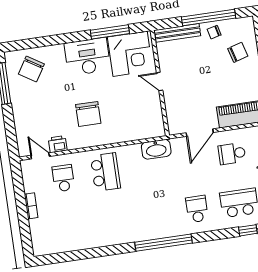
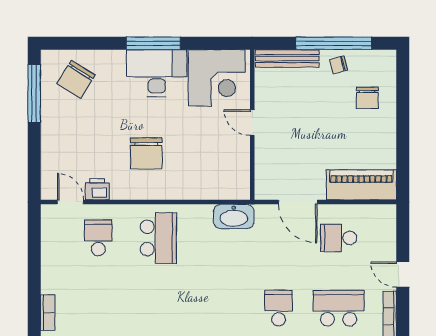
window: (110, 32) -> (153, 43), moved
chair: (238, 52) -> (367, 98), turned 106
door: (200, 133) -> (298, 202), hinge flipped
bookcase: (31, 206) -> (48, 313), moved

